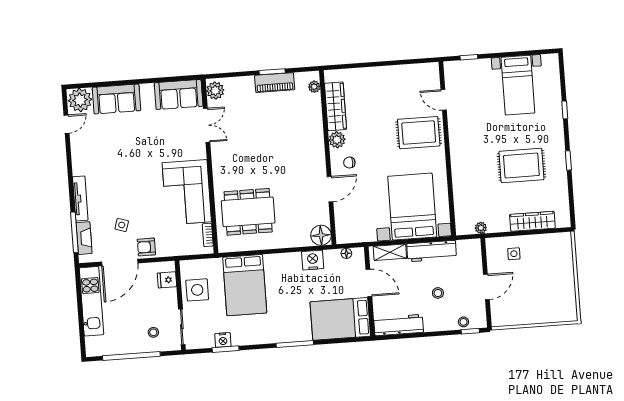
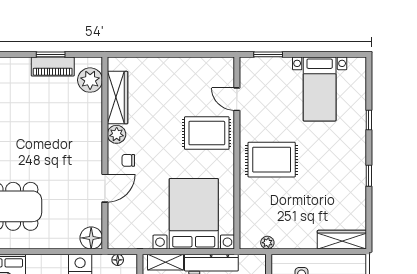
window: (469, 57) -> (268, 54), width x1.50
plant: (314, 87) -> (90, 80), width x1.88, depth x1.88
rug: (521, 165) -> (272, 160), moved
wardrobe: (532, 221) -> (342, 240), moved

